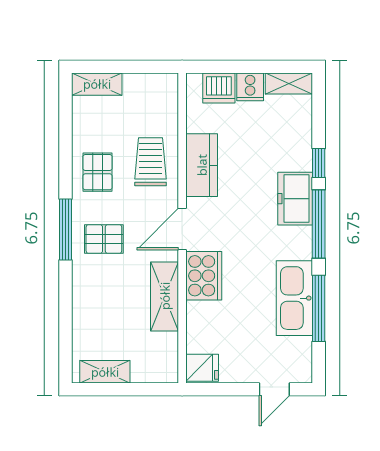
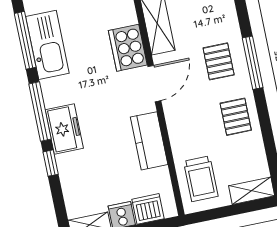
trolley: (151, 162) -> (201, 179), moved
pallet: (104, 239) -> (219, 61), turned 90

